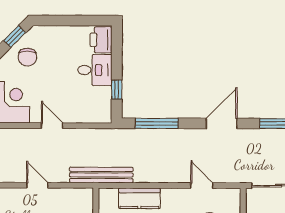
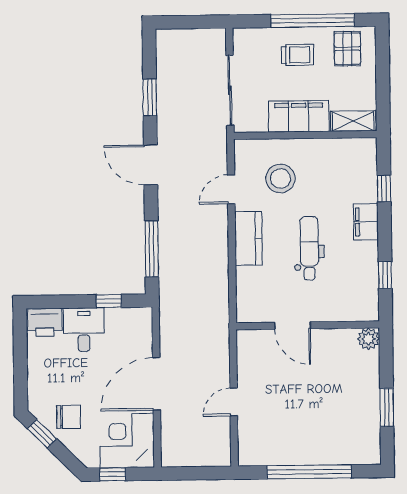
door: (52, 126) -> (157, 384), width x1.87
bench: (101, 175) -> (219, 319), removed
kitchen counter: (139, 198) -> (248, 238), moved

